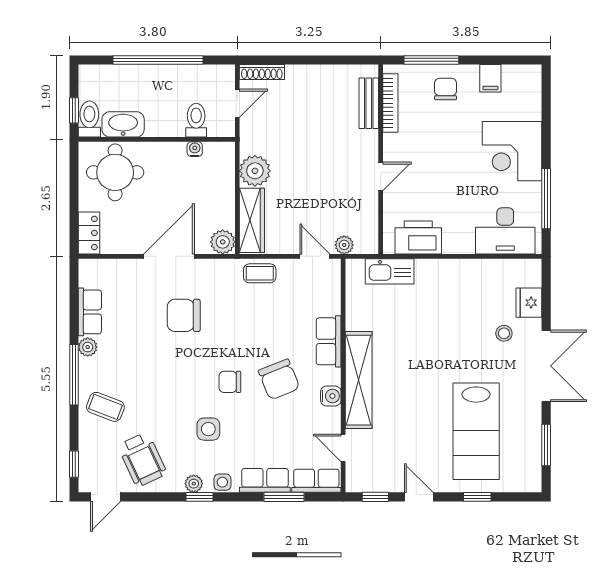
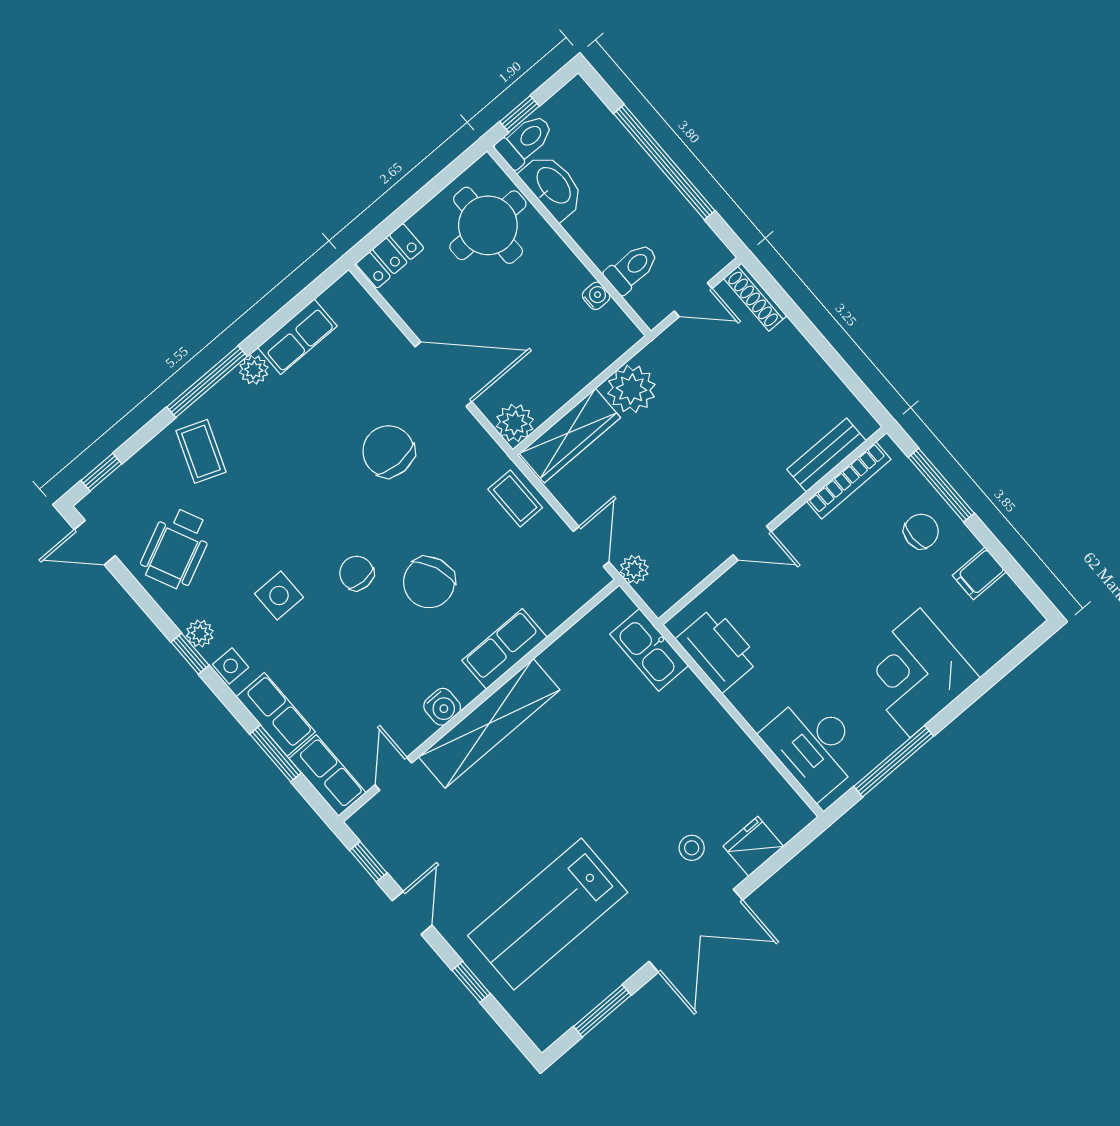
chair: (279, 379) -> (429, 582), moved

